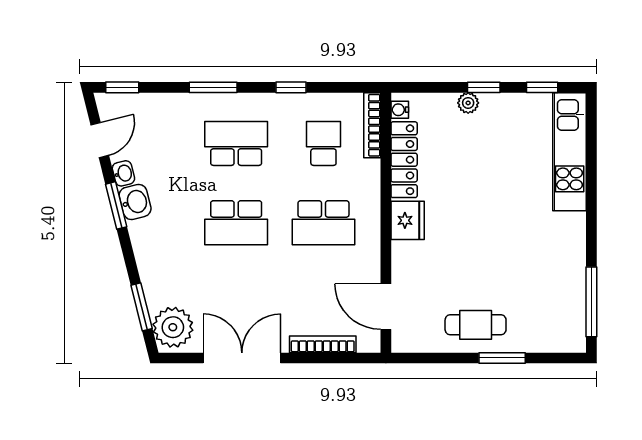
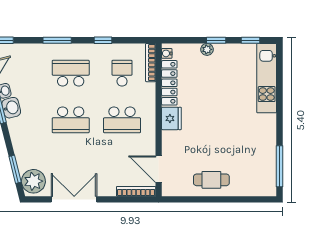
bookcase: (323, 344) -> (136, 191), moved
window: (502, 358) -> (227, 199), removed

